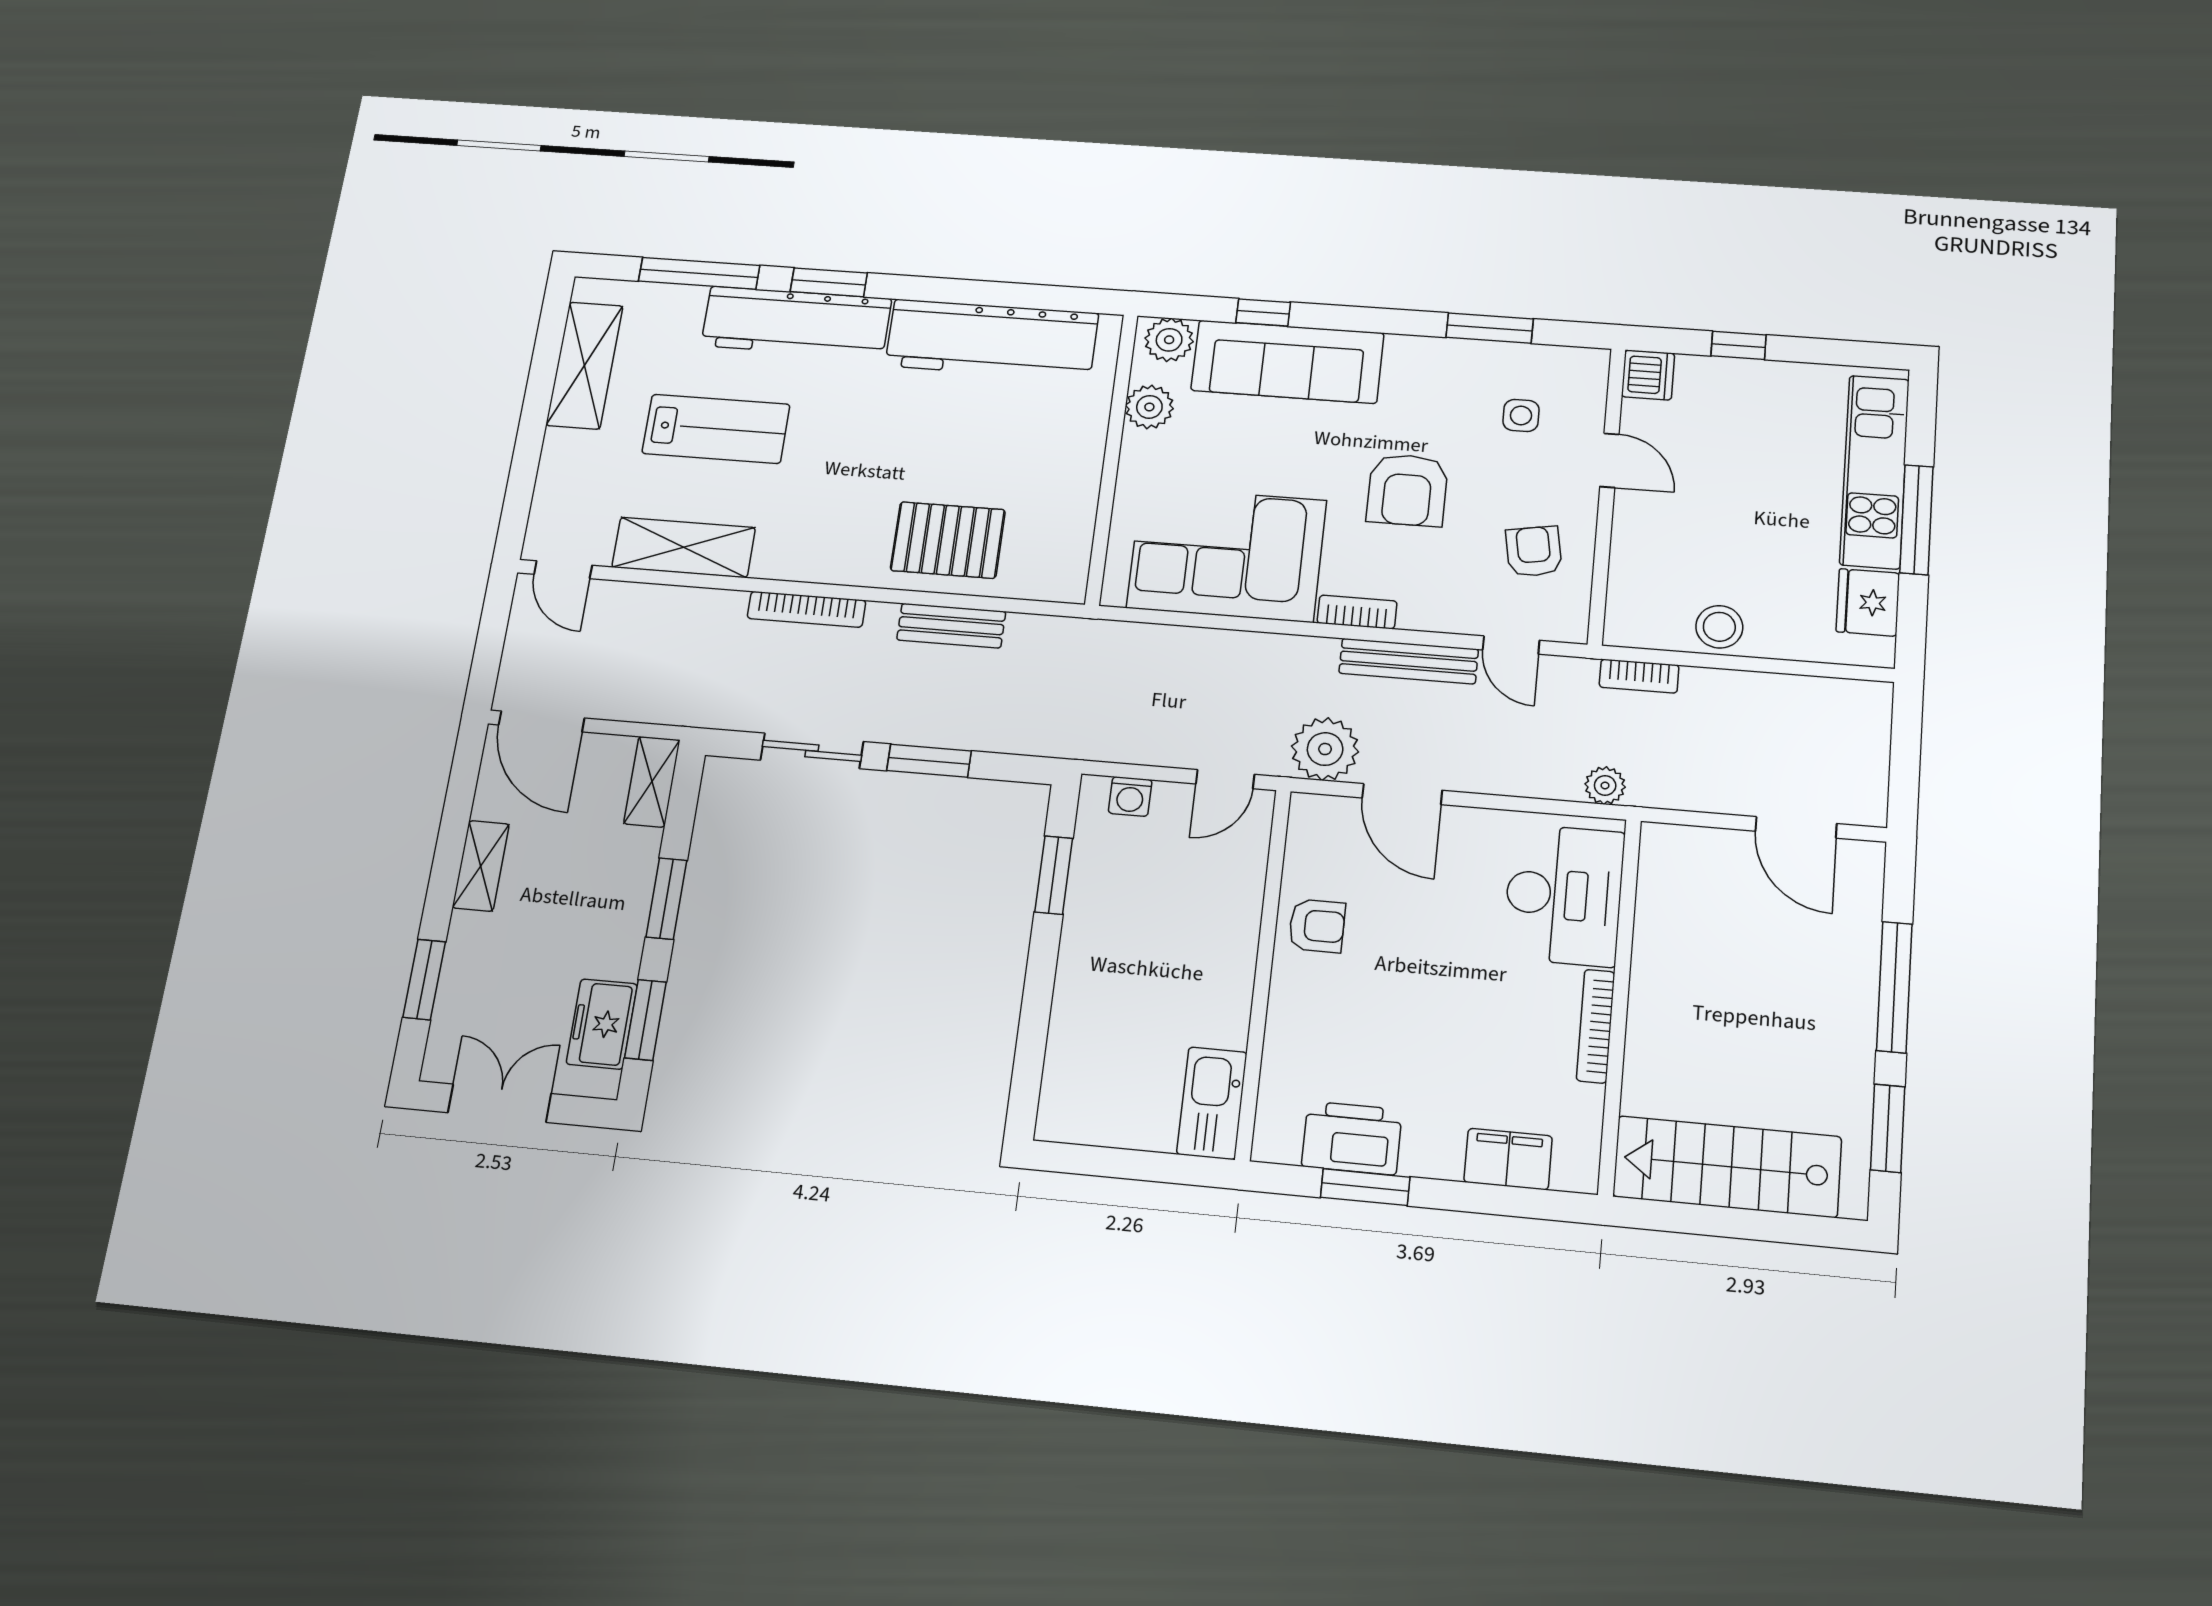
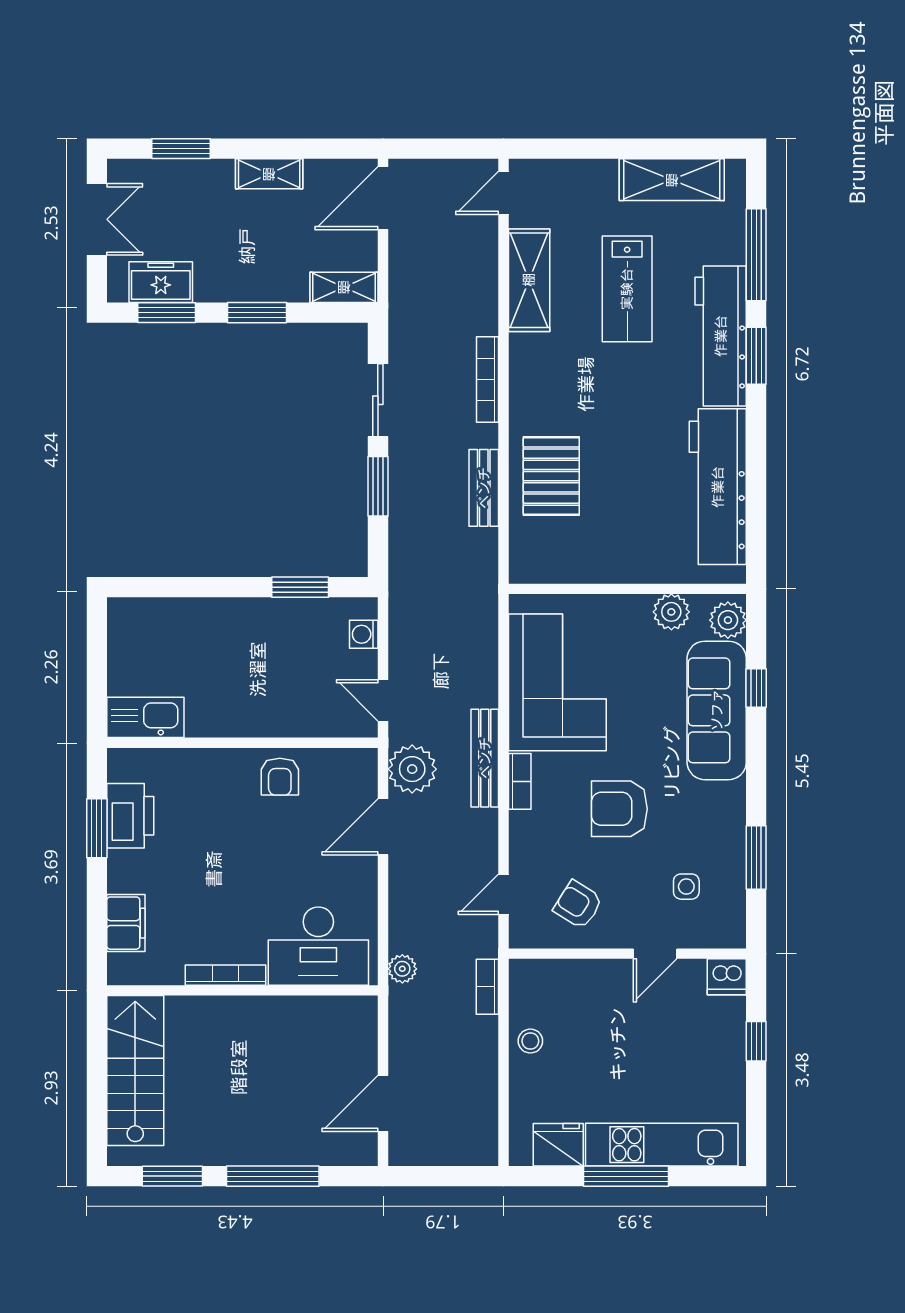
armchair: (1534, 551) -> (578, 905), turned -138
stool: (1719, 627) -> (530, 1041), width x0.73, depth x0.73
bench: (1409, 661) -> (485, 758), moved

